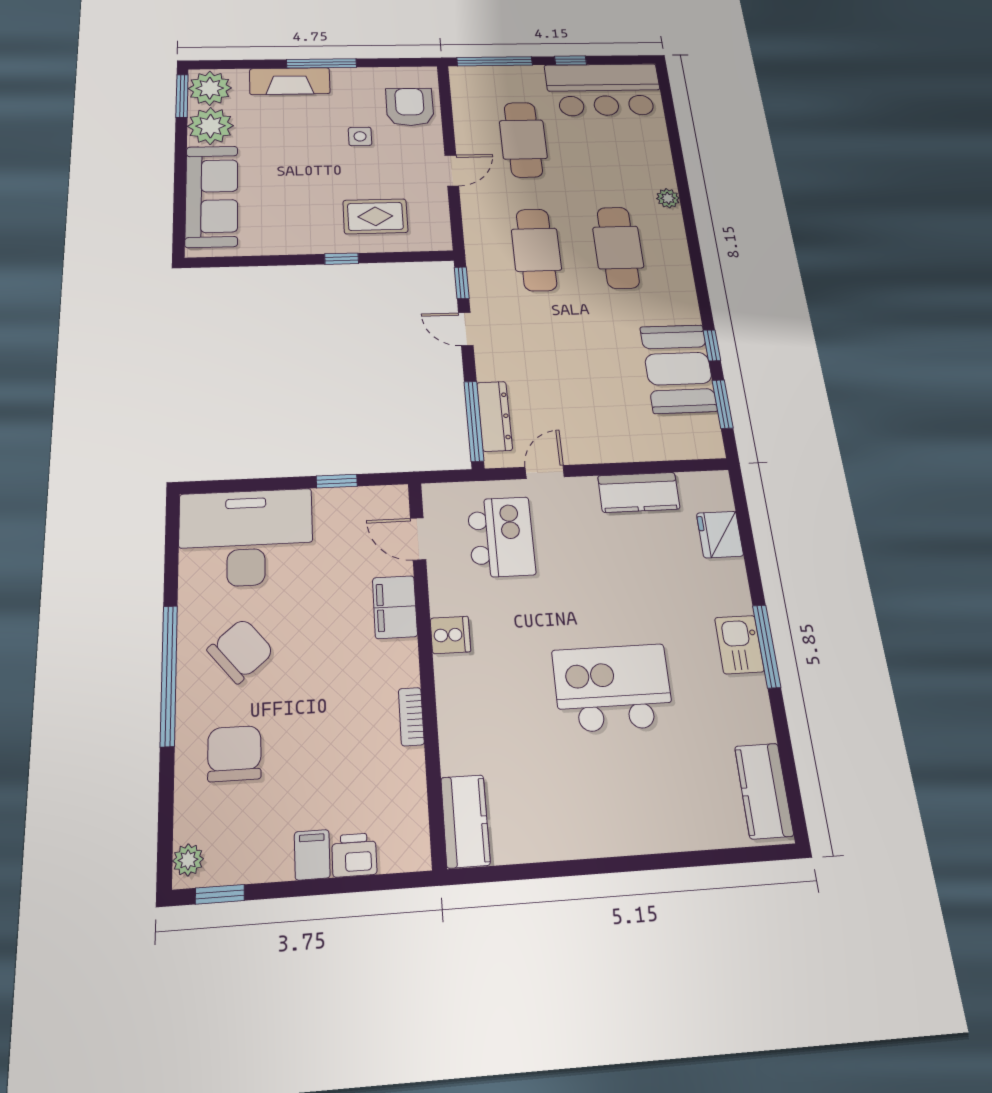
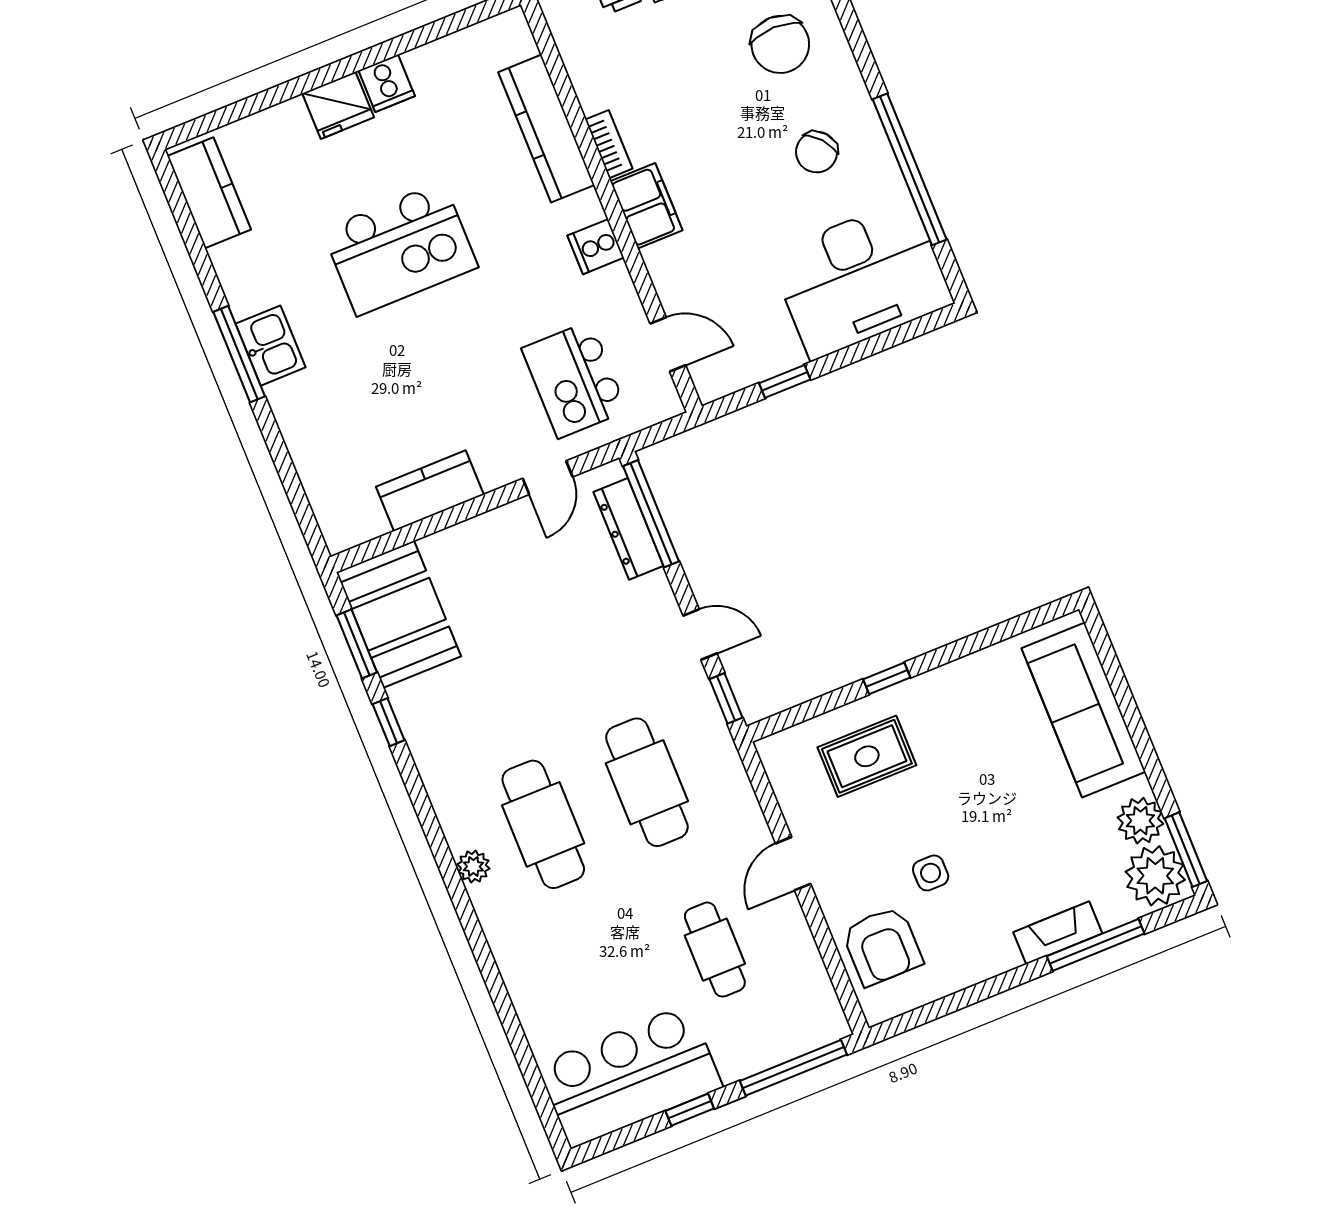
window: (321, 63) -> (1096, 945), moved
fireplace: (290, 81) -> (1058, 933), width x0.73, depth x0.76
plant: (210, 126) -> (1140, 821), width x0.73, depth x0.73
cafe table: (523, 140) -> (715, 950), width x0.73, depth x0.74
plant: (668, 198) -> (473, 866), moved
booth: (678, 369) -> (399, 614), moved
fridge: (720, 534) -> (338, 105), moved, turned 90
filing cabinet: (395, 607) -> (646, 206), moved
chair: (241, 651) -> (817, 152), width x0.73, depth x0.73
window: (169, 675) -> (910, 169), moved
kitchen counter: (465, 821) -> (546, 129), moved, width x1.50
cooker: (586, 837) -> (387, 83), added

